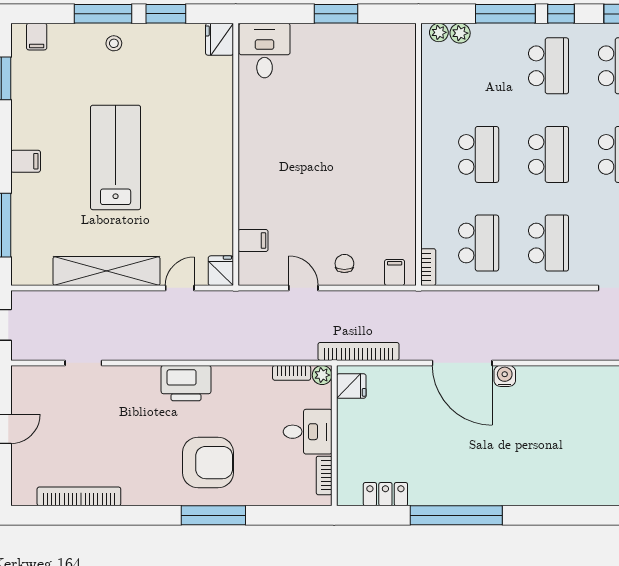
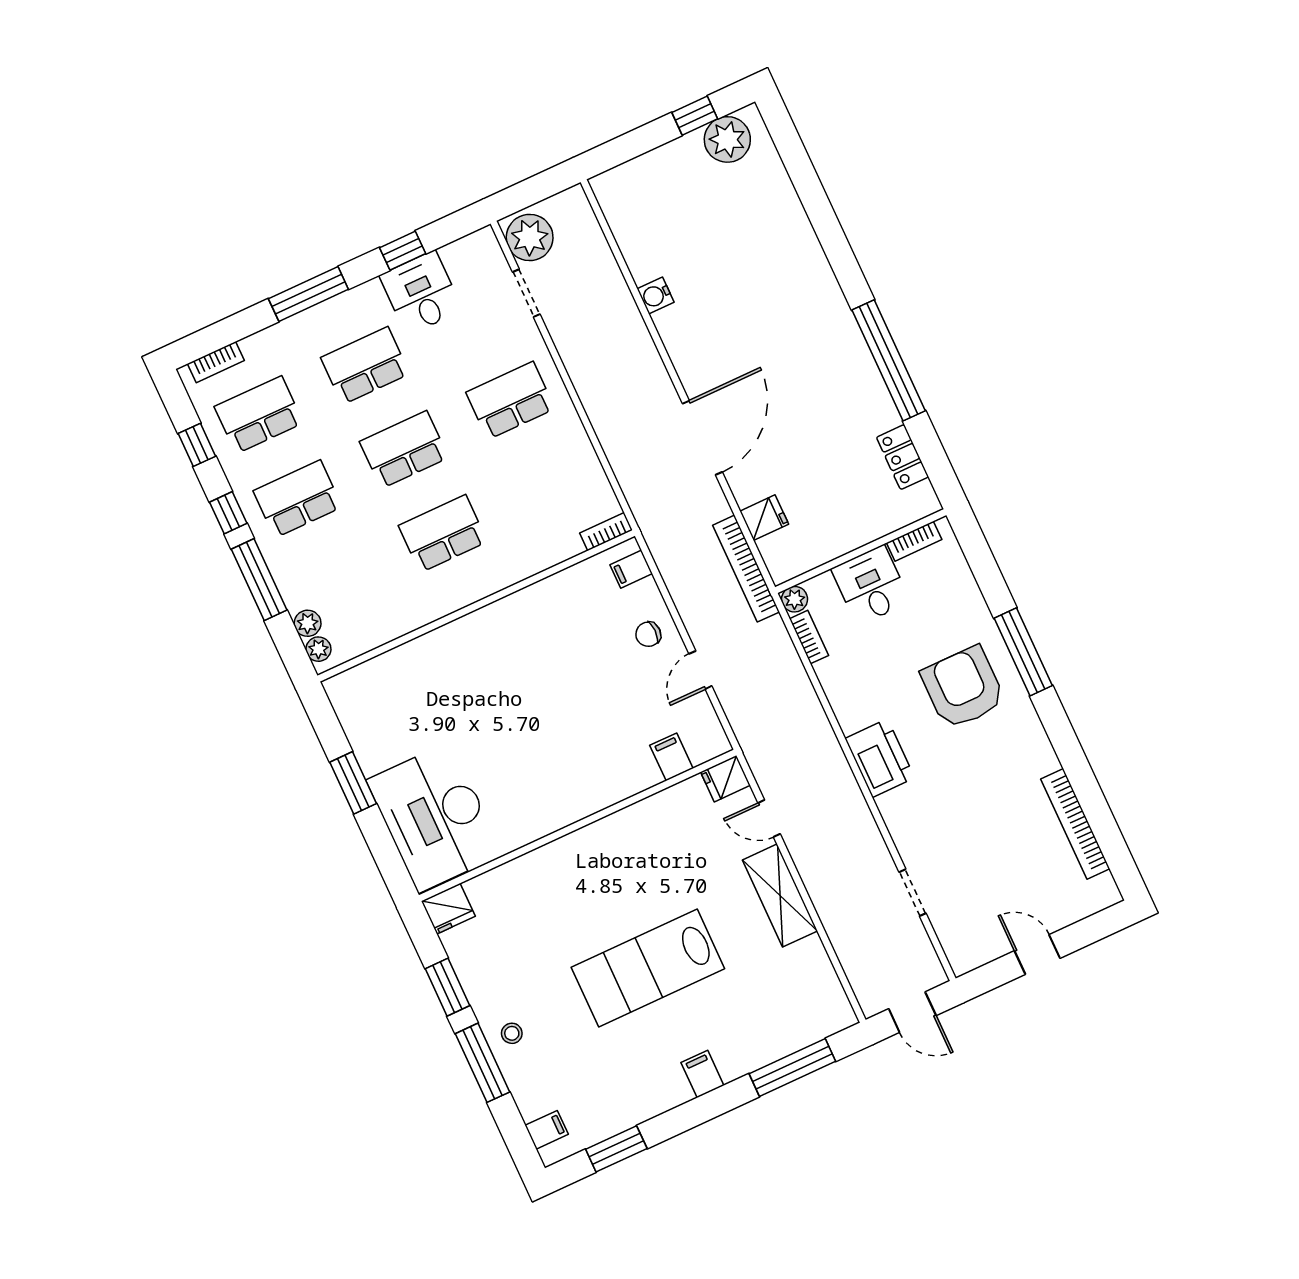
desk: (265, 51) -> (434, 817), width x1.87, depth x1.30
school desk: (479, 243) -> (549, 485), removed
shelving: (106, 271) -> (780, 895), width x0.68
water cooler: (505, 376) -> (656, 295), moved
fridge: (351, 386) -> (764, 518), moved, turned 90

